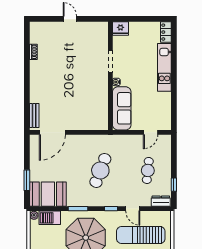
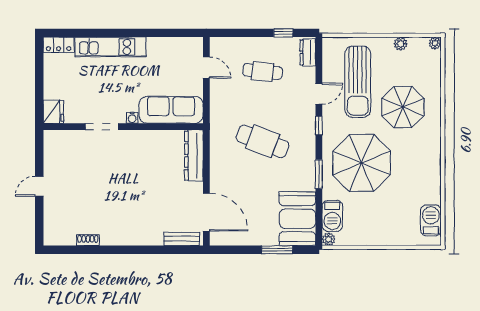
dresser: (91, 124) -> (194, 156), added

